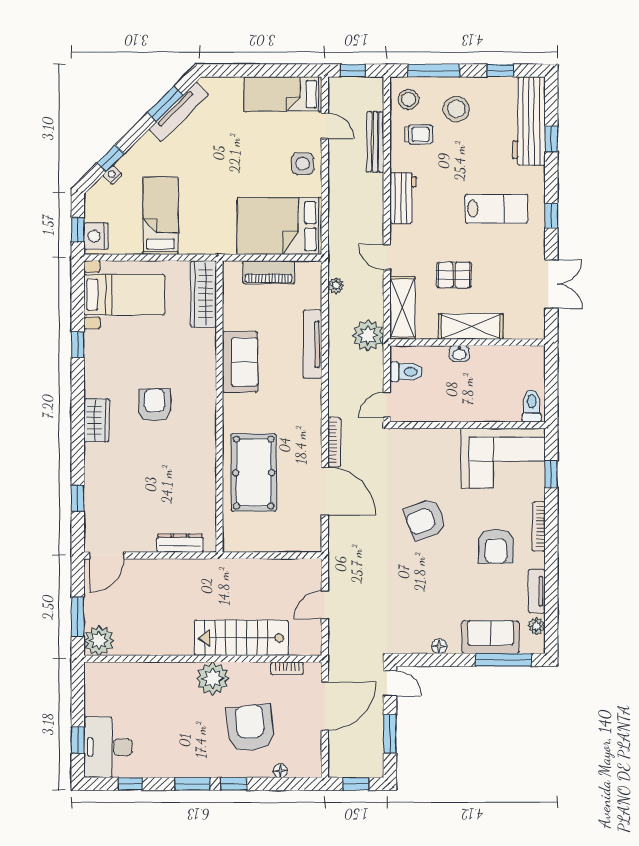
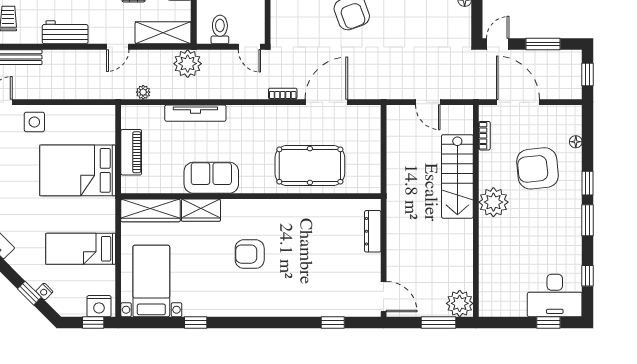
bed: (279, 226) -> (78, 170), moved, turned 90
wardrobe: (97, 420) -> (201, 210), moved, turned 180
bookcase: (334, 442) -> (283, 94), width x0.64

